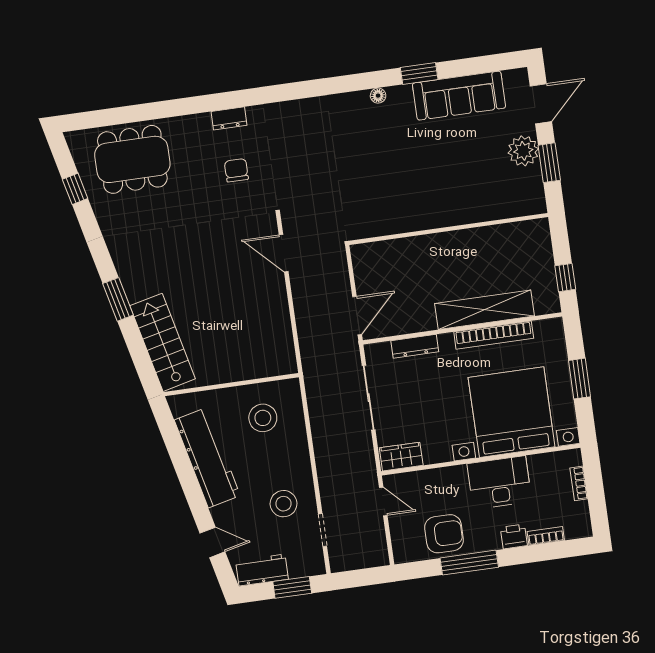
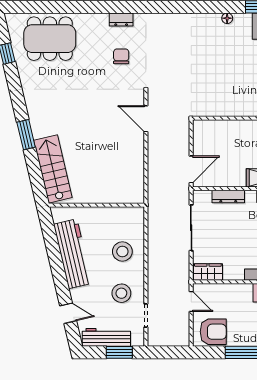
stool: (263, 418) -> (122, 251), moved
armchair: (444, 534) -> (213, 332), moved
workbench: (262, 570) -> (106, 337), width x1.38

